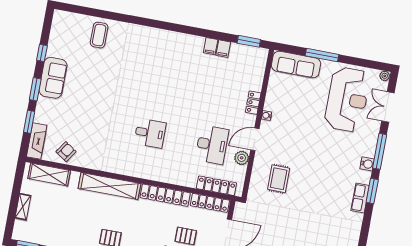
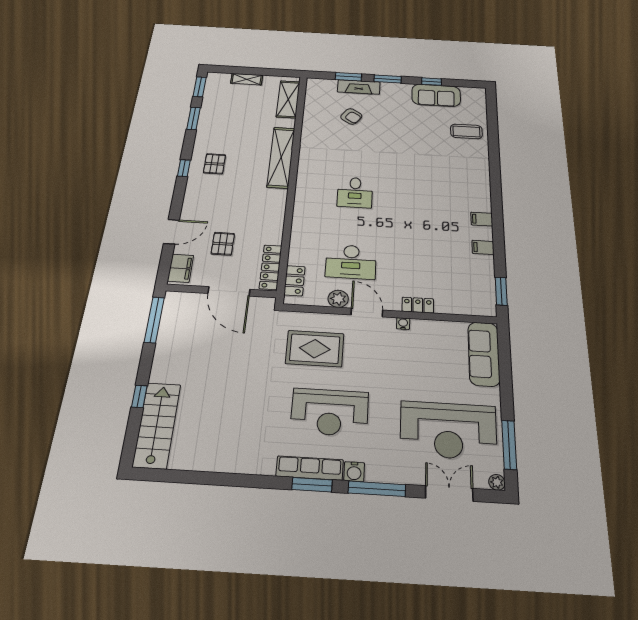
filing cabinet: (223, 49) -> (482, 219), moved
window: (322, 55) -> (509, 445), moved
sofa: (53, 78) -> (436, 95), moved
fireplace: (37, 141) -> (359, 87), moved
armchair: (66, 152) -> (351, 116), moved
reception desk: (326, 174) -> (330, 412), added
rug: (279, 179) -> (315, 349), width x1.36, depth x1.43
locker: (216, 186) -> (295, 281), width x0.66
locker: (165, 195) -> (276, 216), removed
row of seats: (360, 198) -> (310, 468), width x1.48

